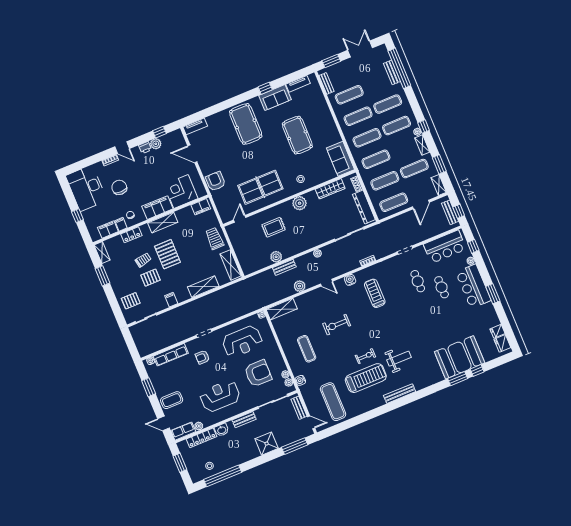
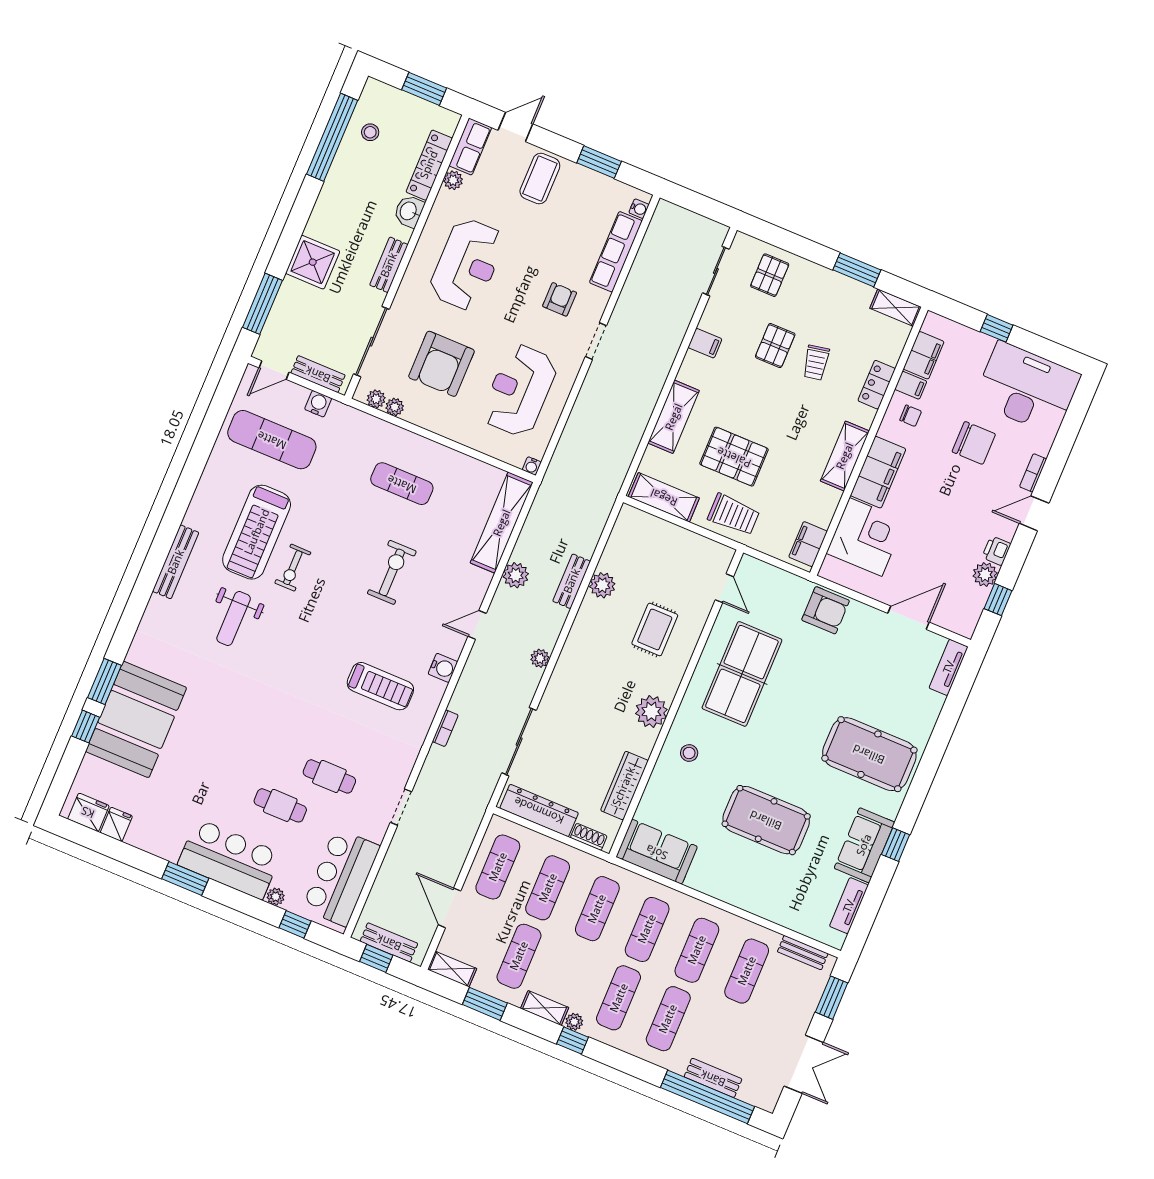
pallet: (167, 254) -> (734, 457), moved
shelving: (282, 309) -> (502, 523), width x1.47
water cooler: (300, 380) -> (318, 404), moved

